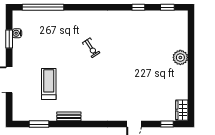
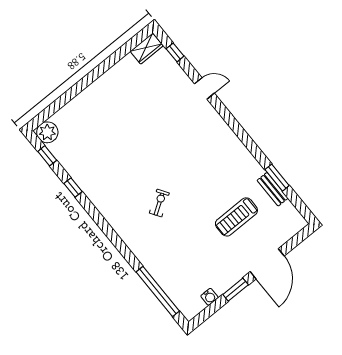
window: (9, 39) -> (236, 290), moved
plant: (180, 57) -> (47, 132), moved
bench: (69, 116) -> (273, 189), moved
window: (39, 124) -> (277, 178), moved

